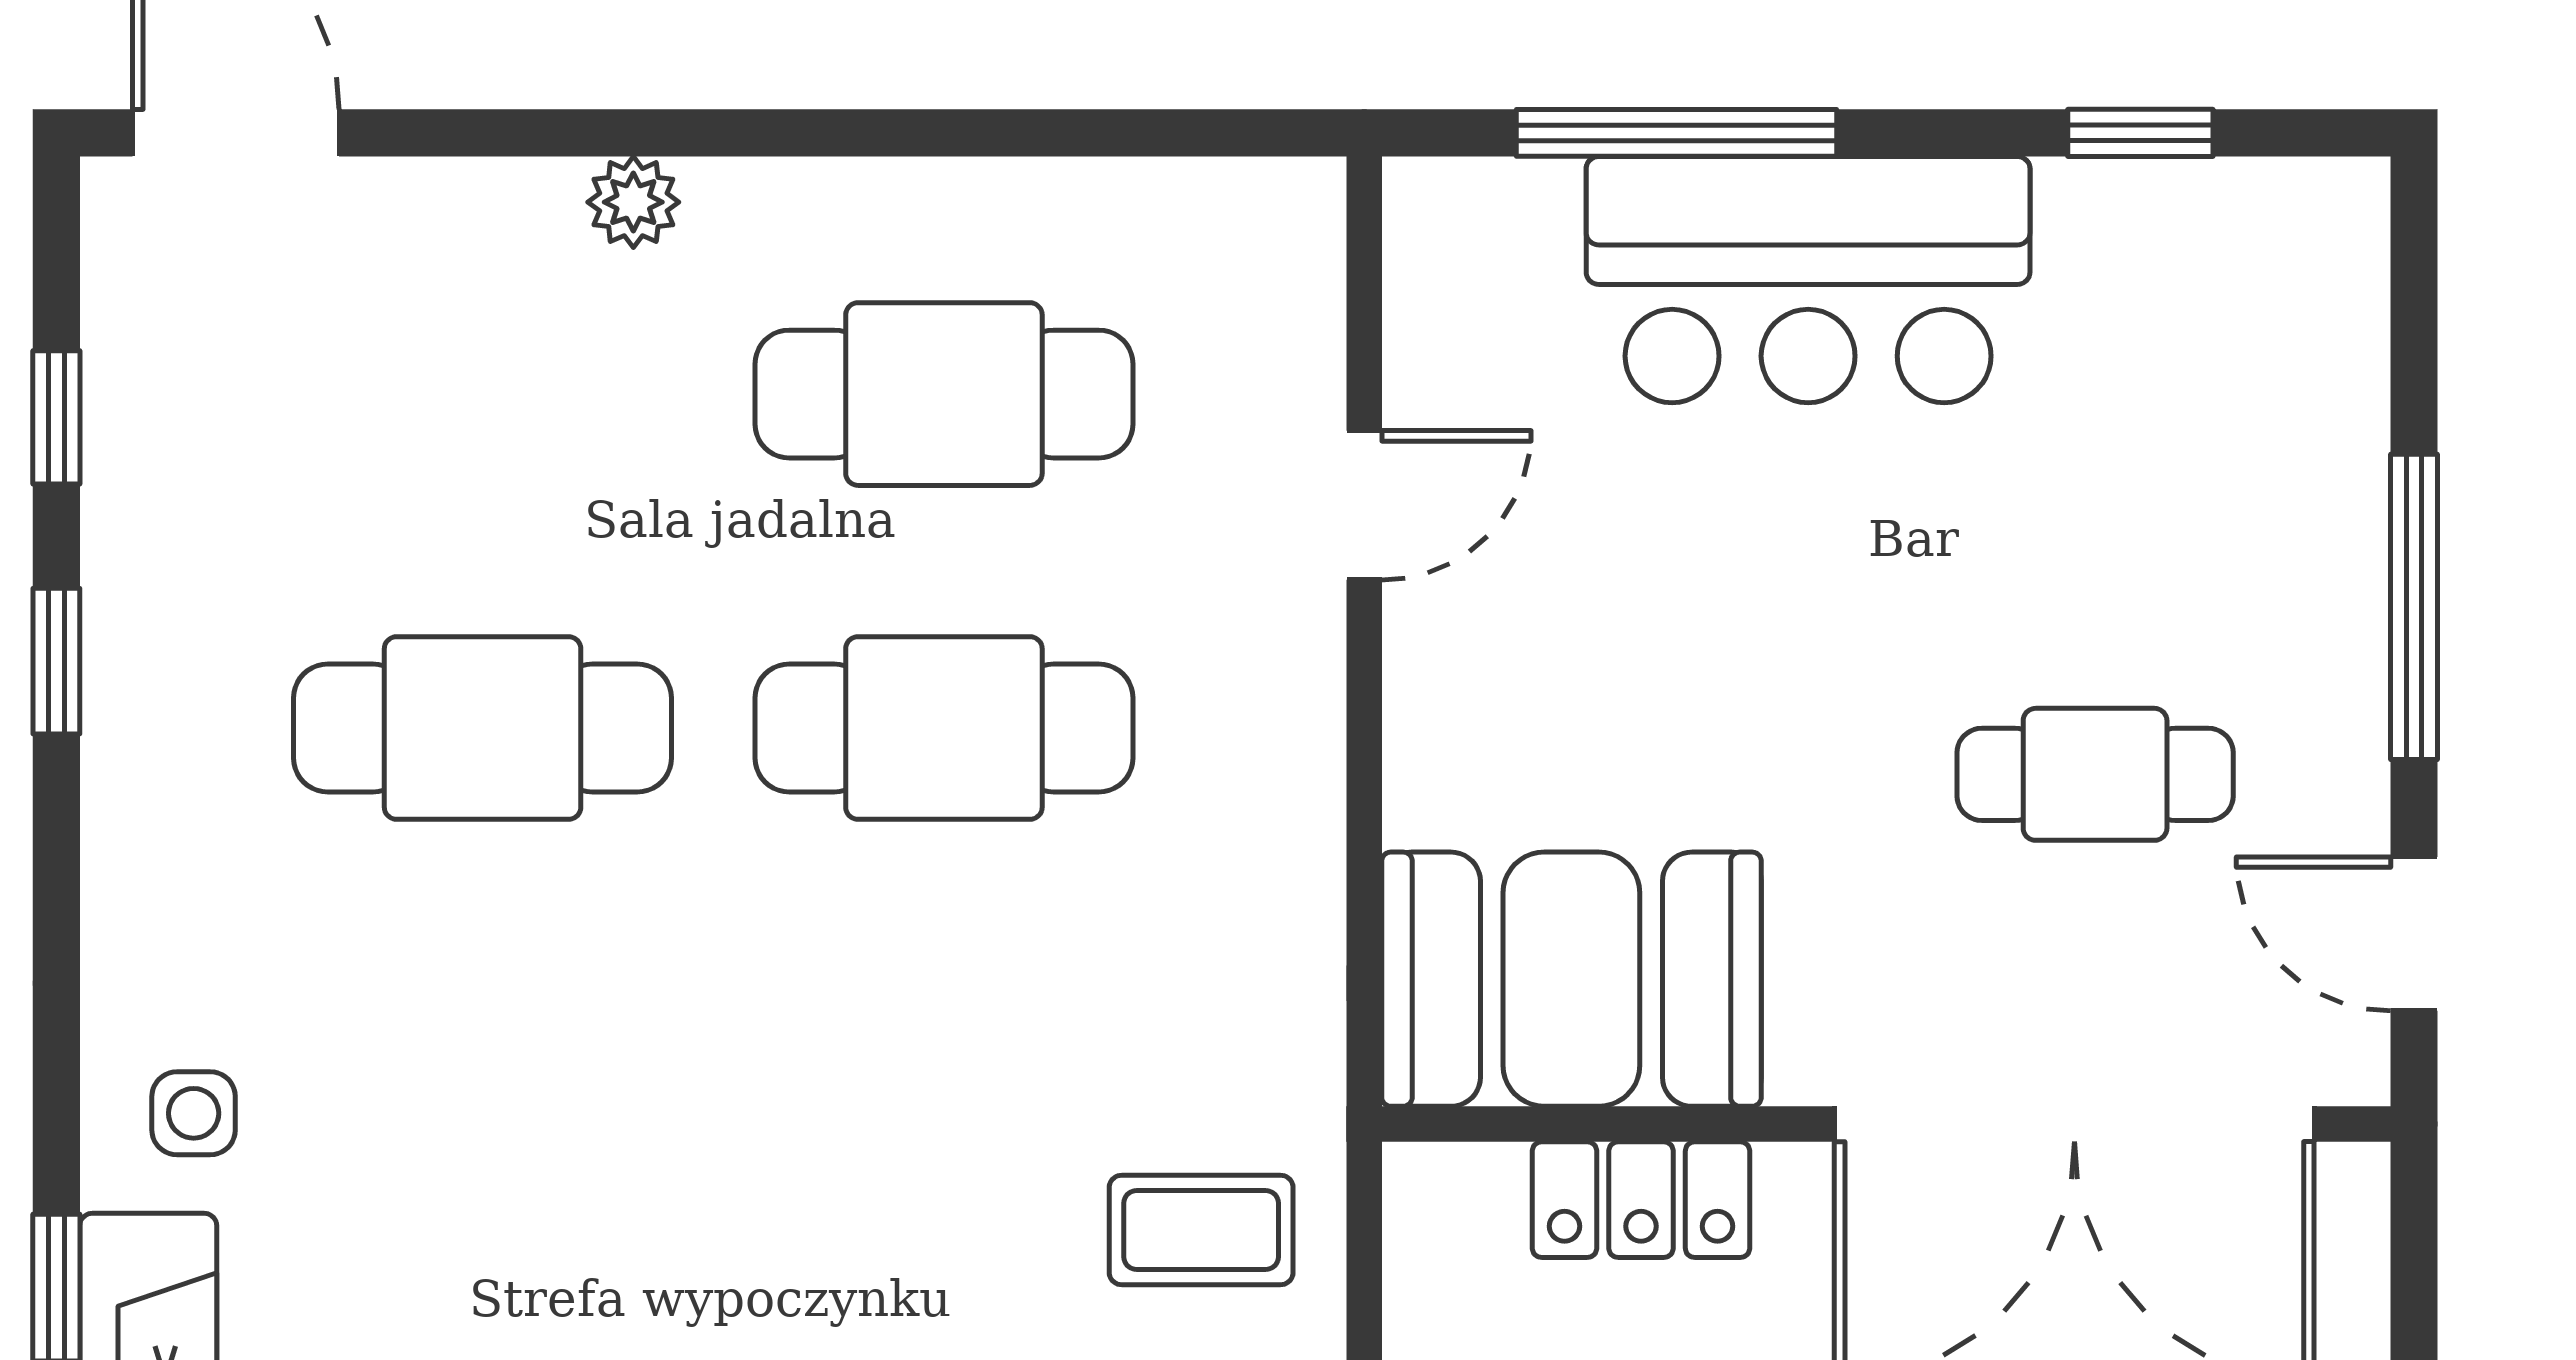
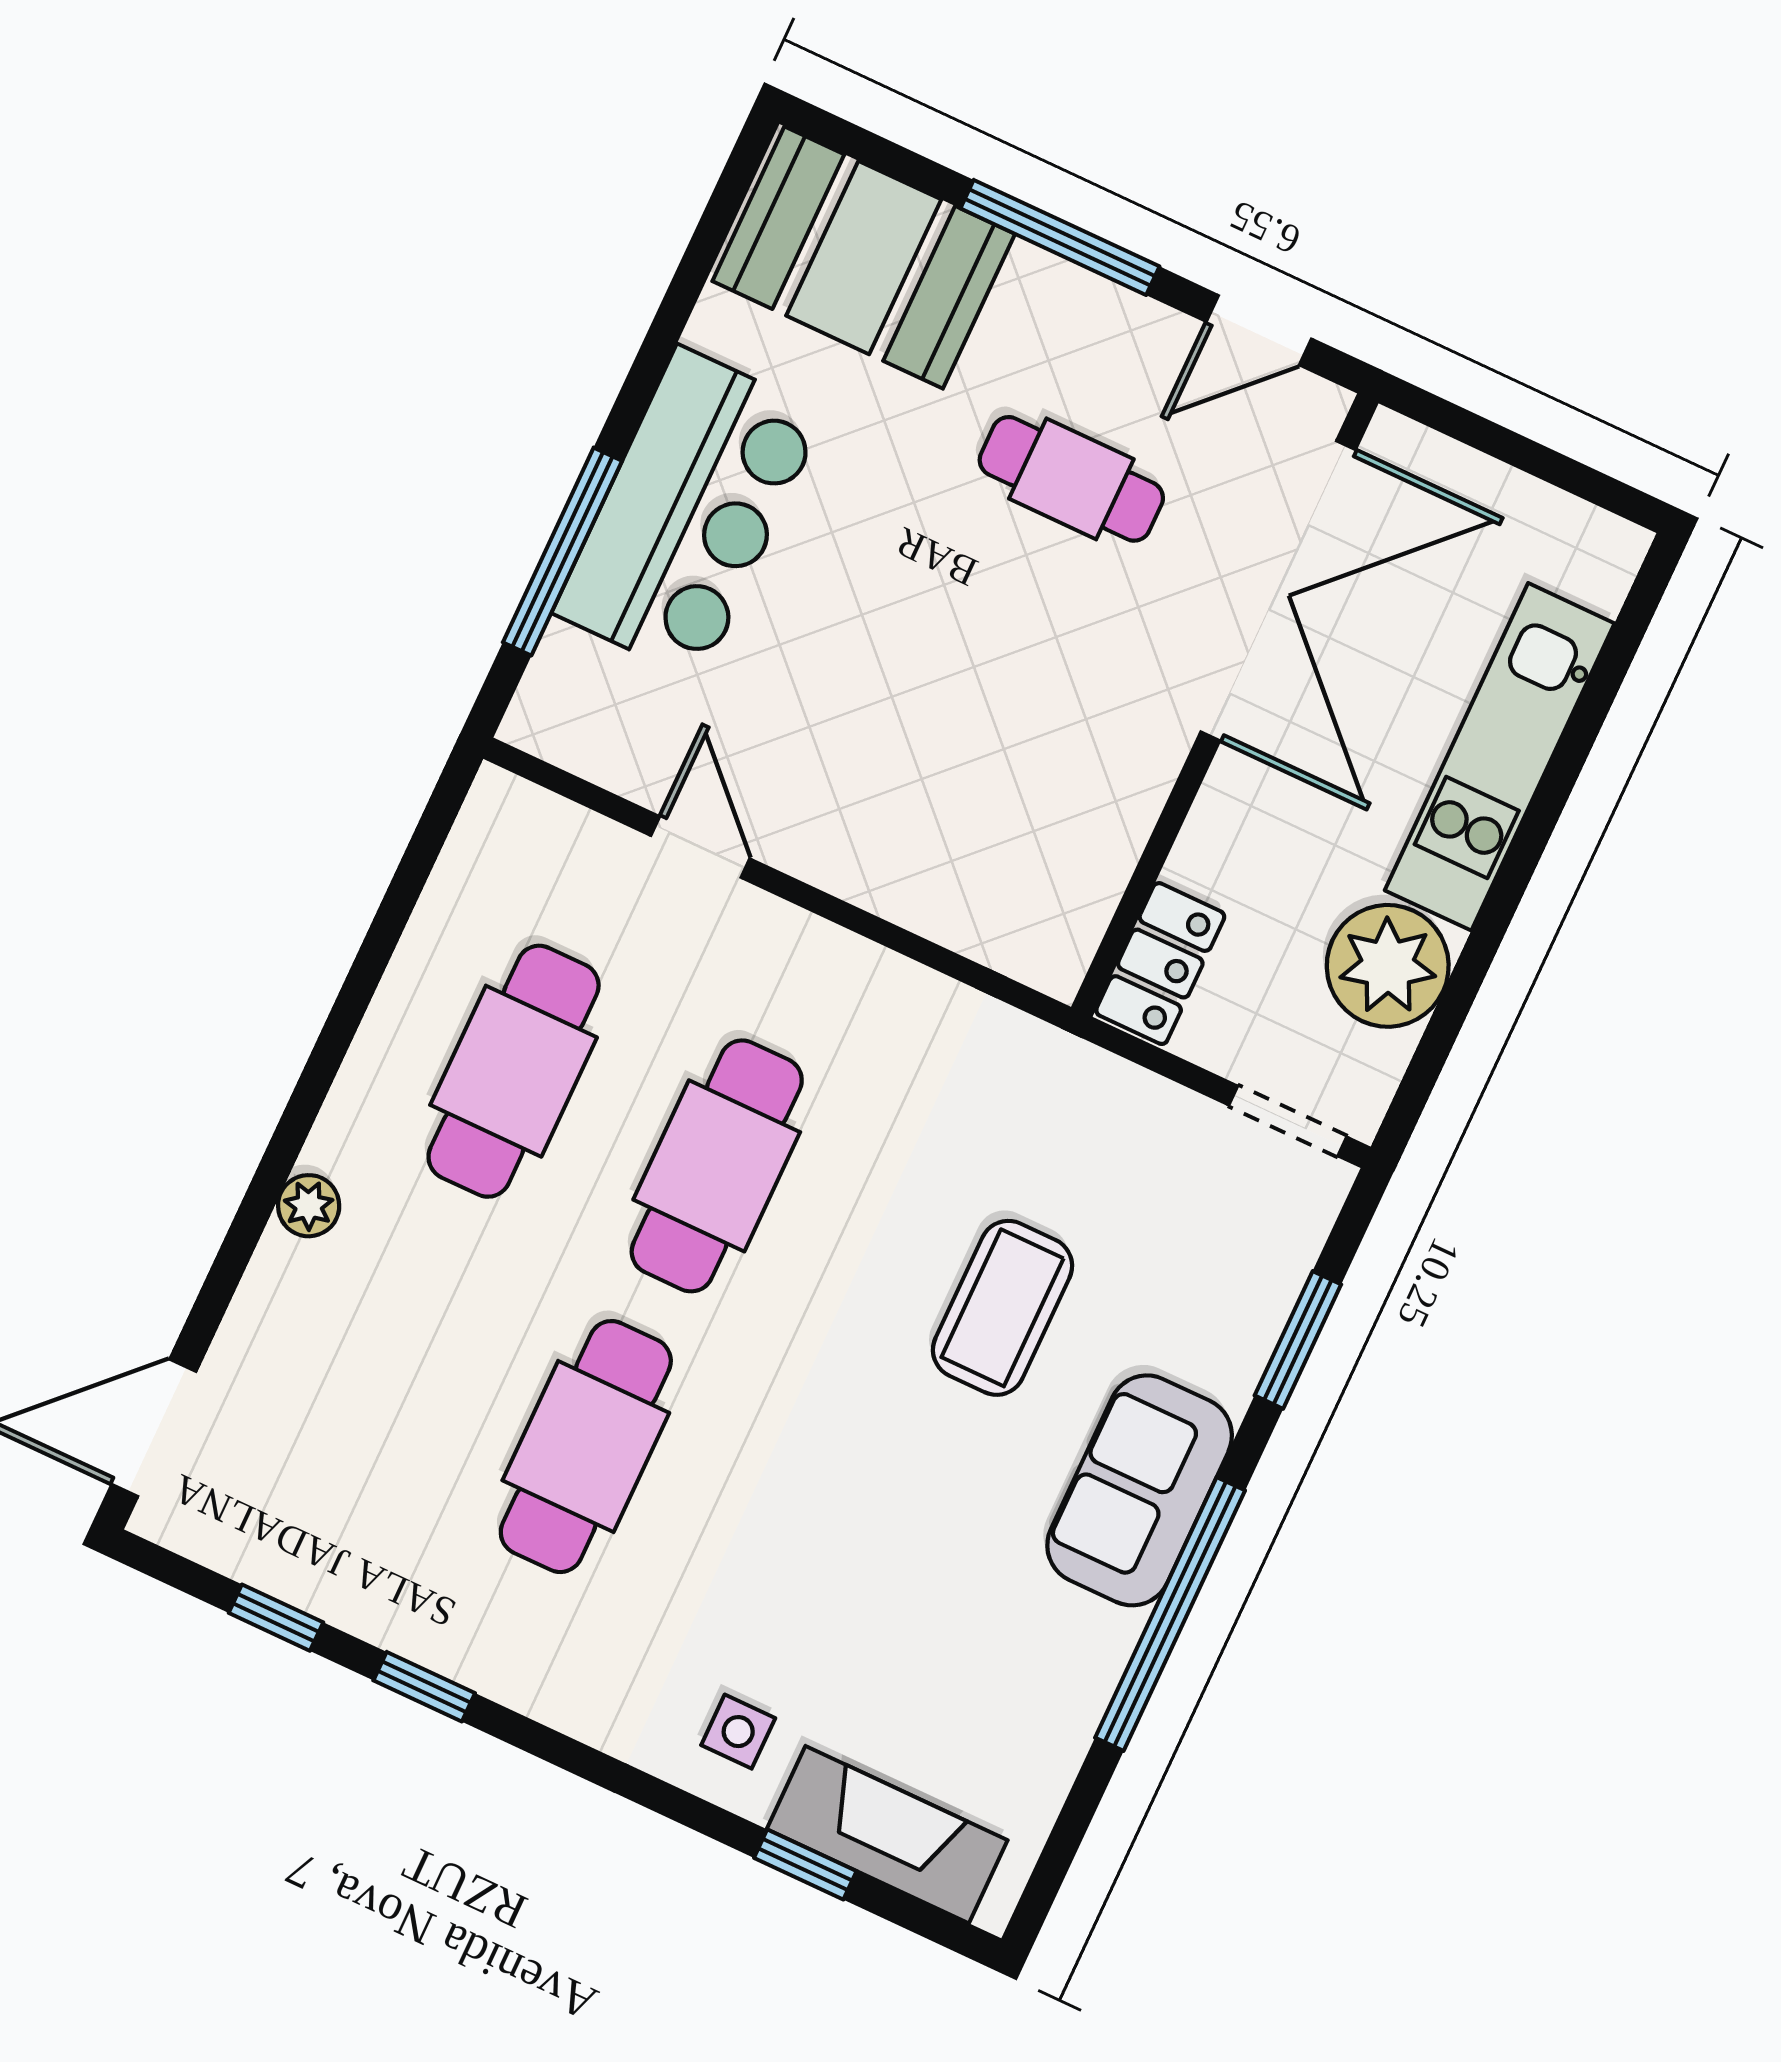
window: (2140, 133) -> (694, 269), removed
cafe table: (2095, 774) -> (1071, 479), turned 90
booth: (1571, 979) -> (864, 258), moved, turned 90
locker: (1641, 1200) -> (1160, 964), moved
coffee table: (1201, 1230) -> (1002, 1308), moved, width x1.36, depth x1.30

